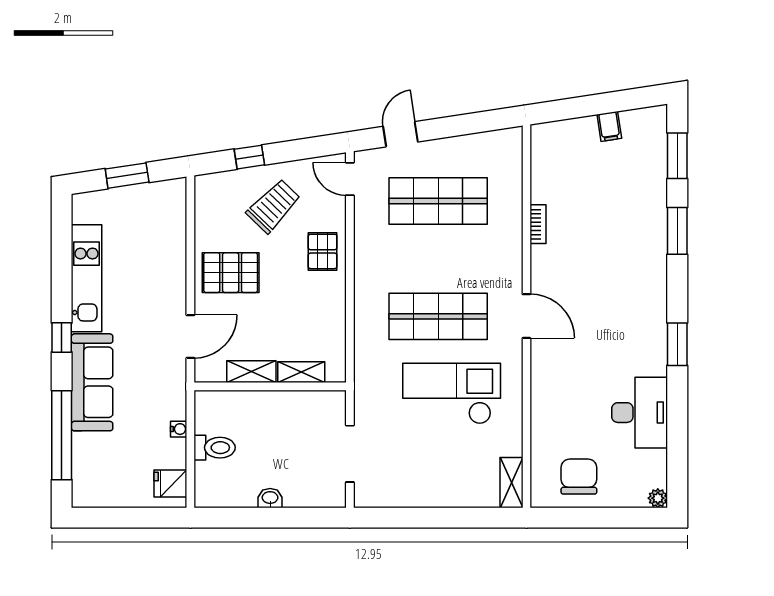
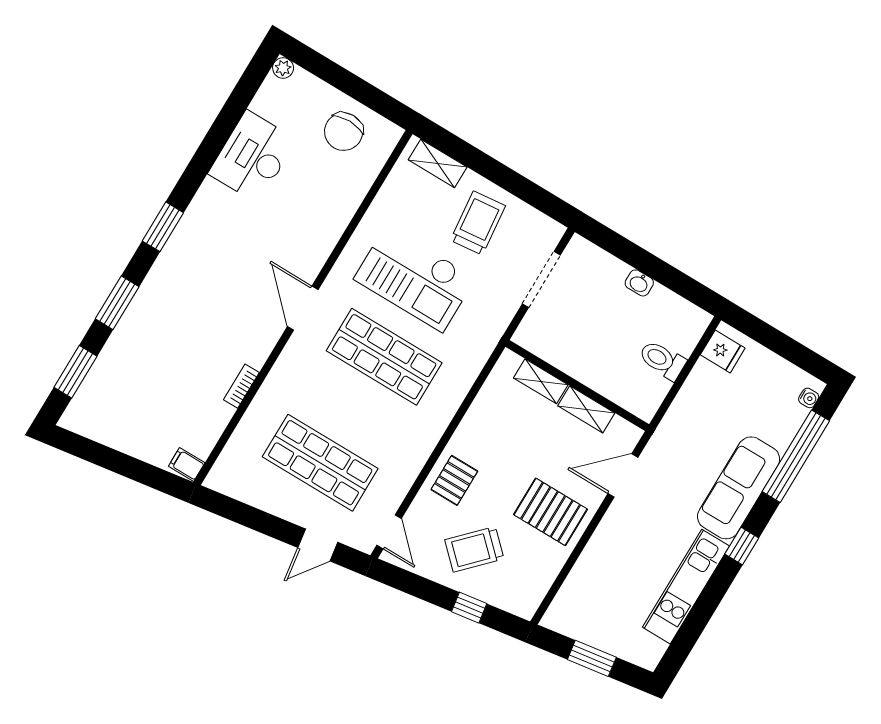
filing cabinet: (609, 126) -> (187, 464), moved, turned -81
window: (677, 344) -> (163, 227), moved
water cooler: (179, 429) -> (809, 398), moved, turned 180
trolley: (428, 468) -> (478, 223), added
shelving: (511, 483) -> (438, 163), moved, turned 90

